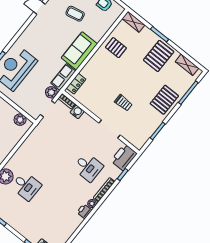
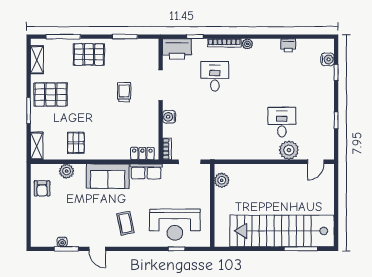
coffee table: (75, 14) -> (125, 223), moved
plant: (51, 92) -> (67, 171), moved
water cooler: (77, 112) -> (169, 117), moved
printer: (84, 211) -> (288, 45), moved

